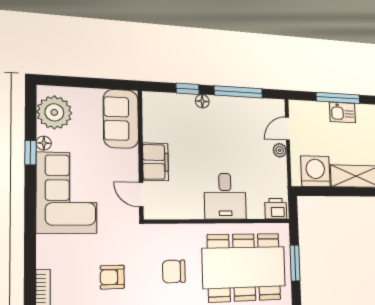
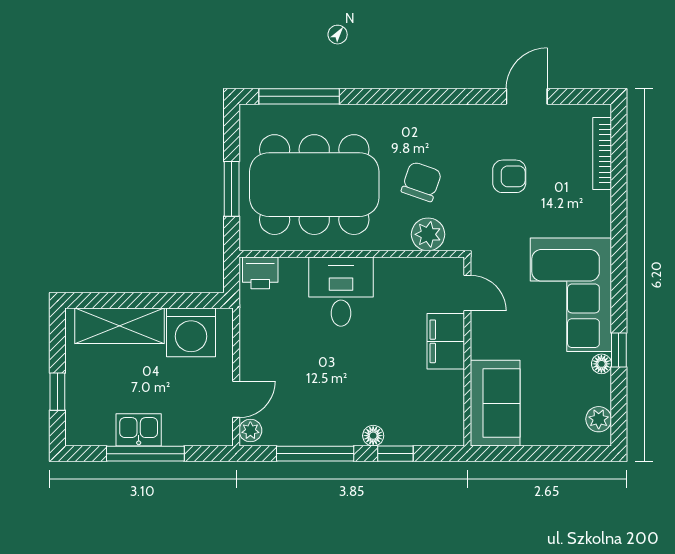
plant: (54, 112) -> (599, 419), width x0.53, depth x0.53
plant: (280, 150) -> (250, 430), moved
plant: (169, 235) -> (428, 234), added
chair: (174, 271) -> (421, 182), turned -71

